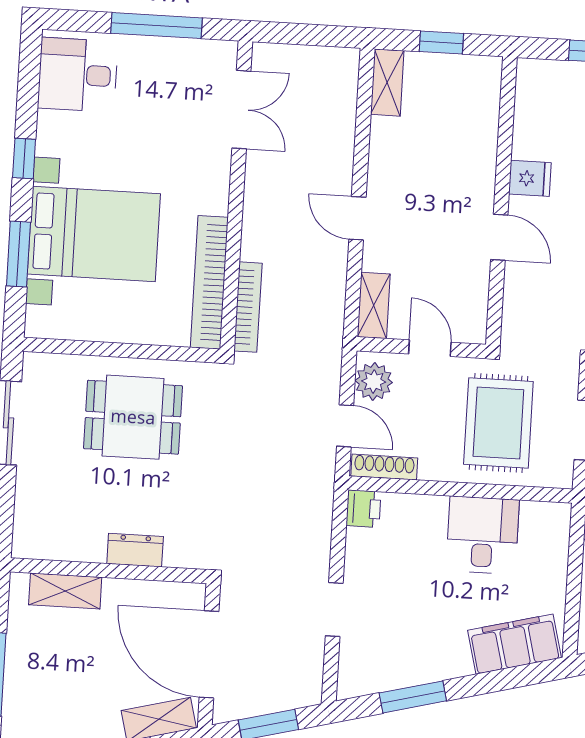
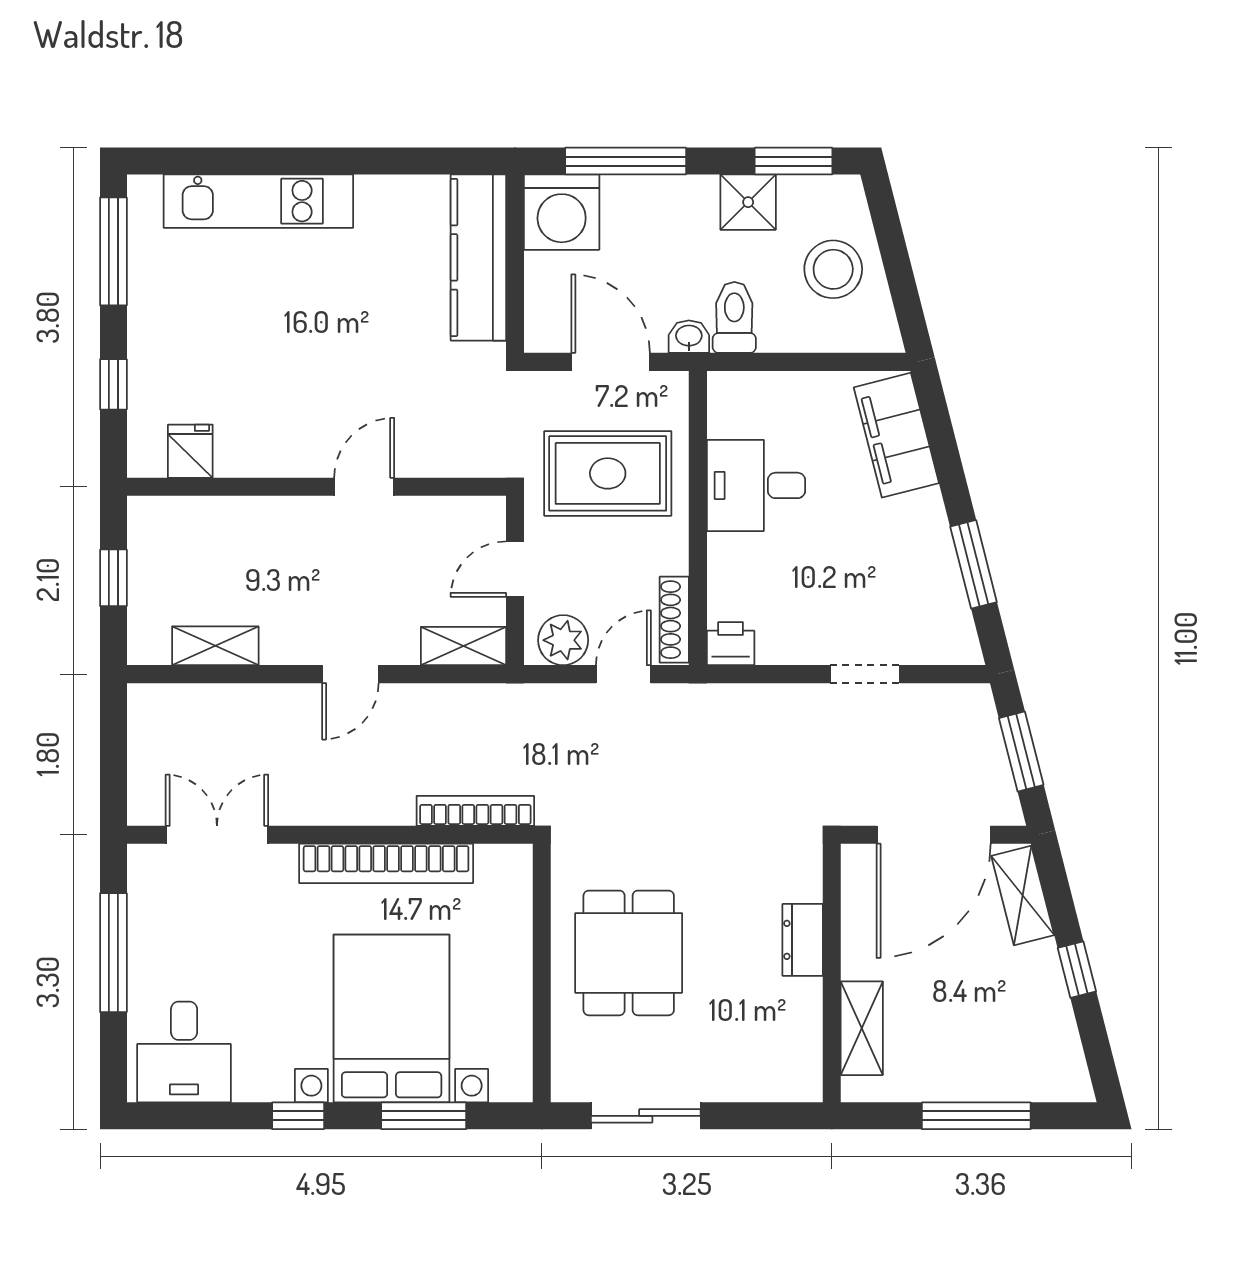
shelving: (387, 83) -> (215, 646), moved
fridge: (530, 178) -> (190, 451), moved
bookcase: (209, 282) -> (386, 863), moved

